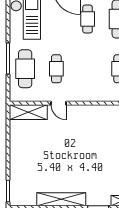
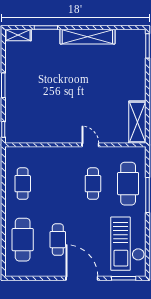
shelving: (28, 112) -> (137, 122), moved, turned 90

